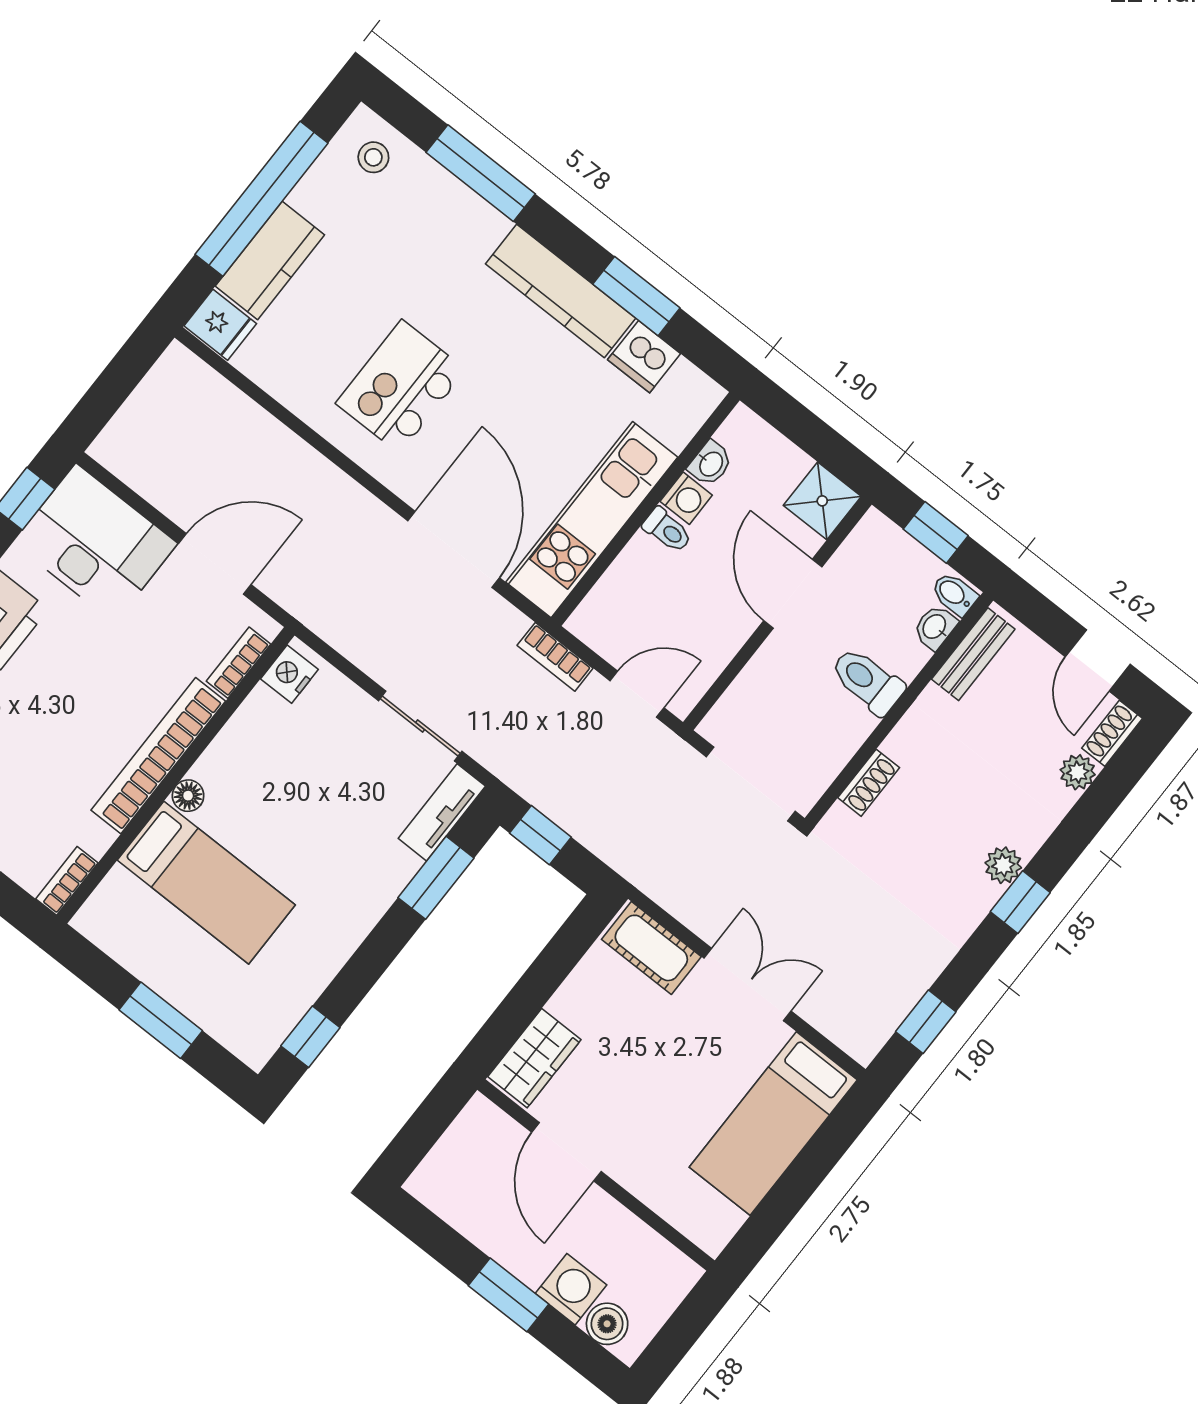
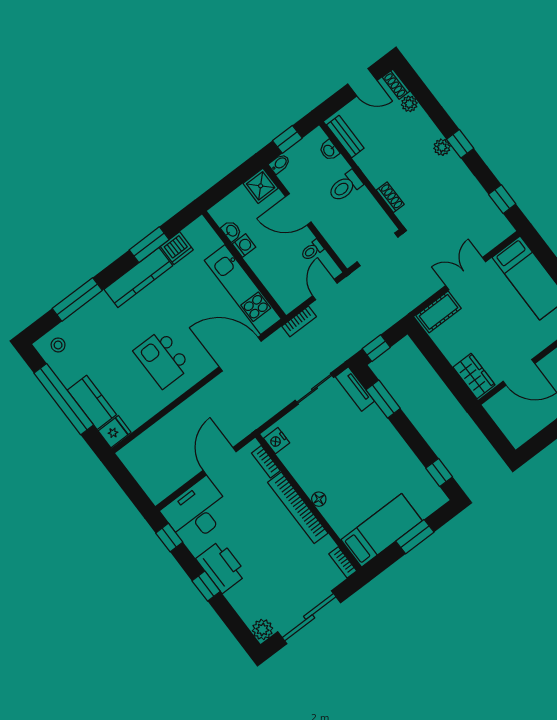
toilet: (667, 530) -> (312, 250), moved, turned 180
bidet: (954, 594) -> (280, 164), moved, turned 180
bed: (206, 883) -> (382, 530), moved

